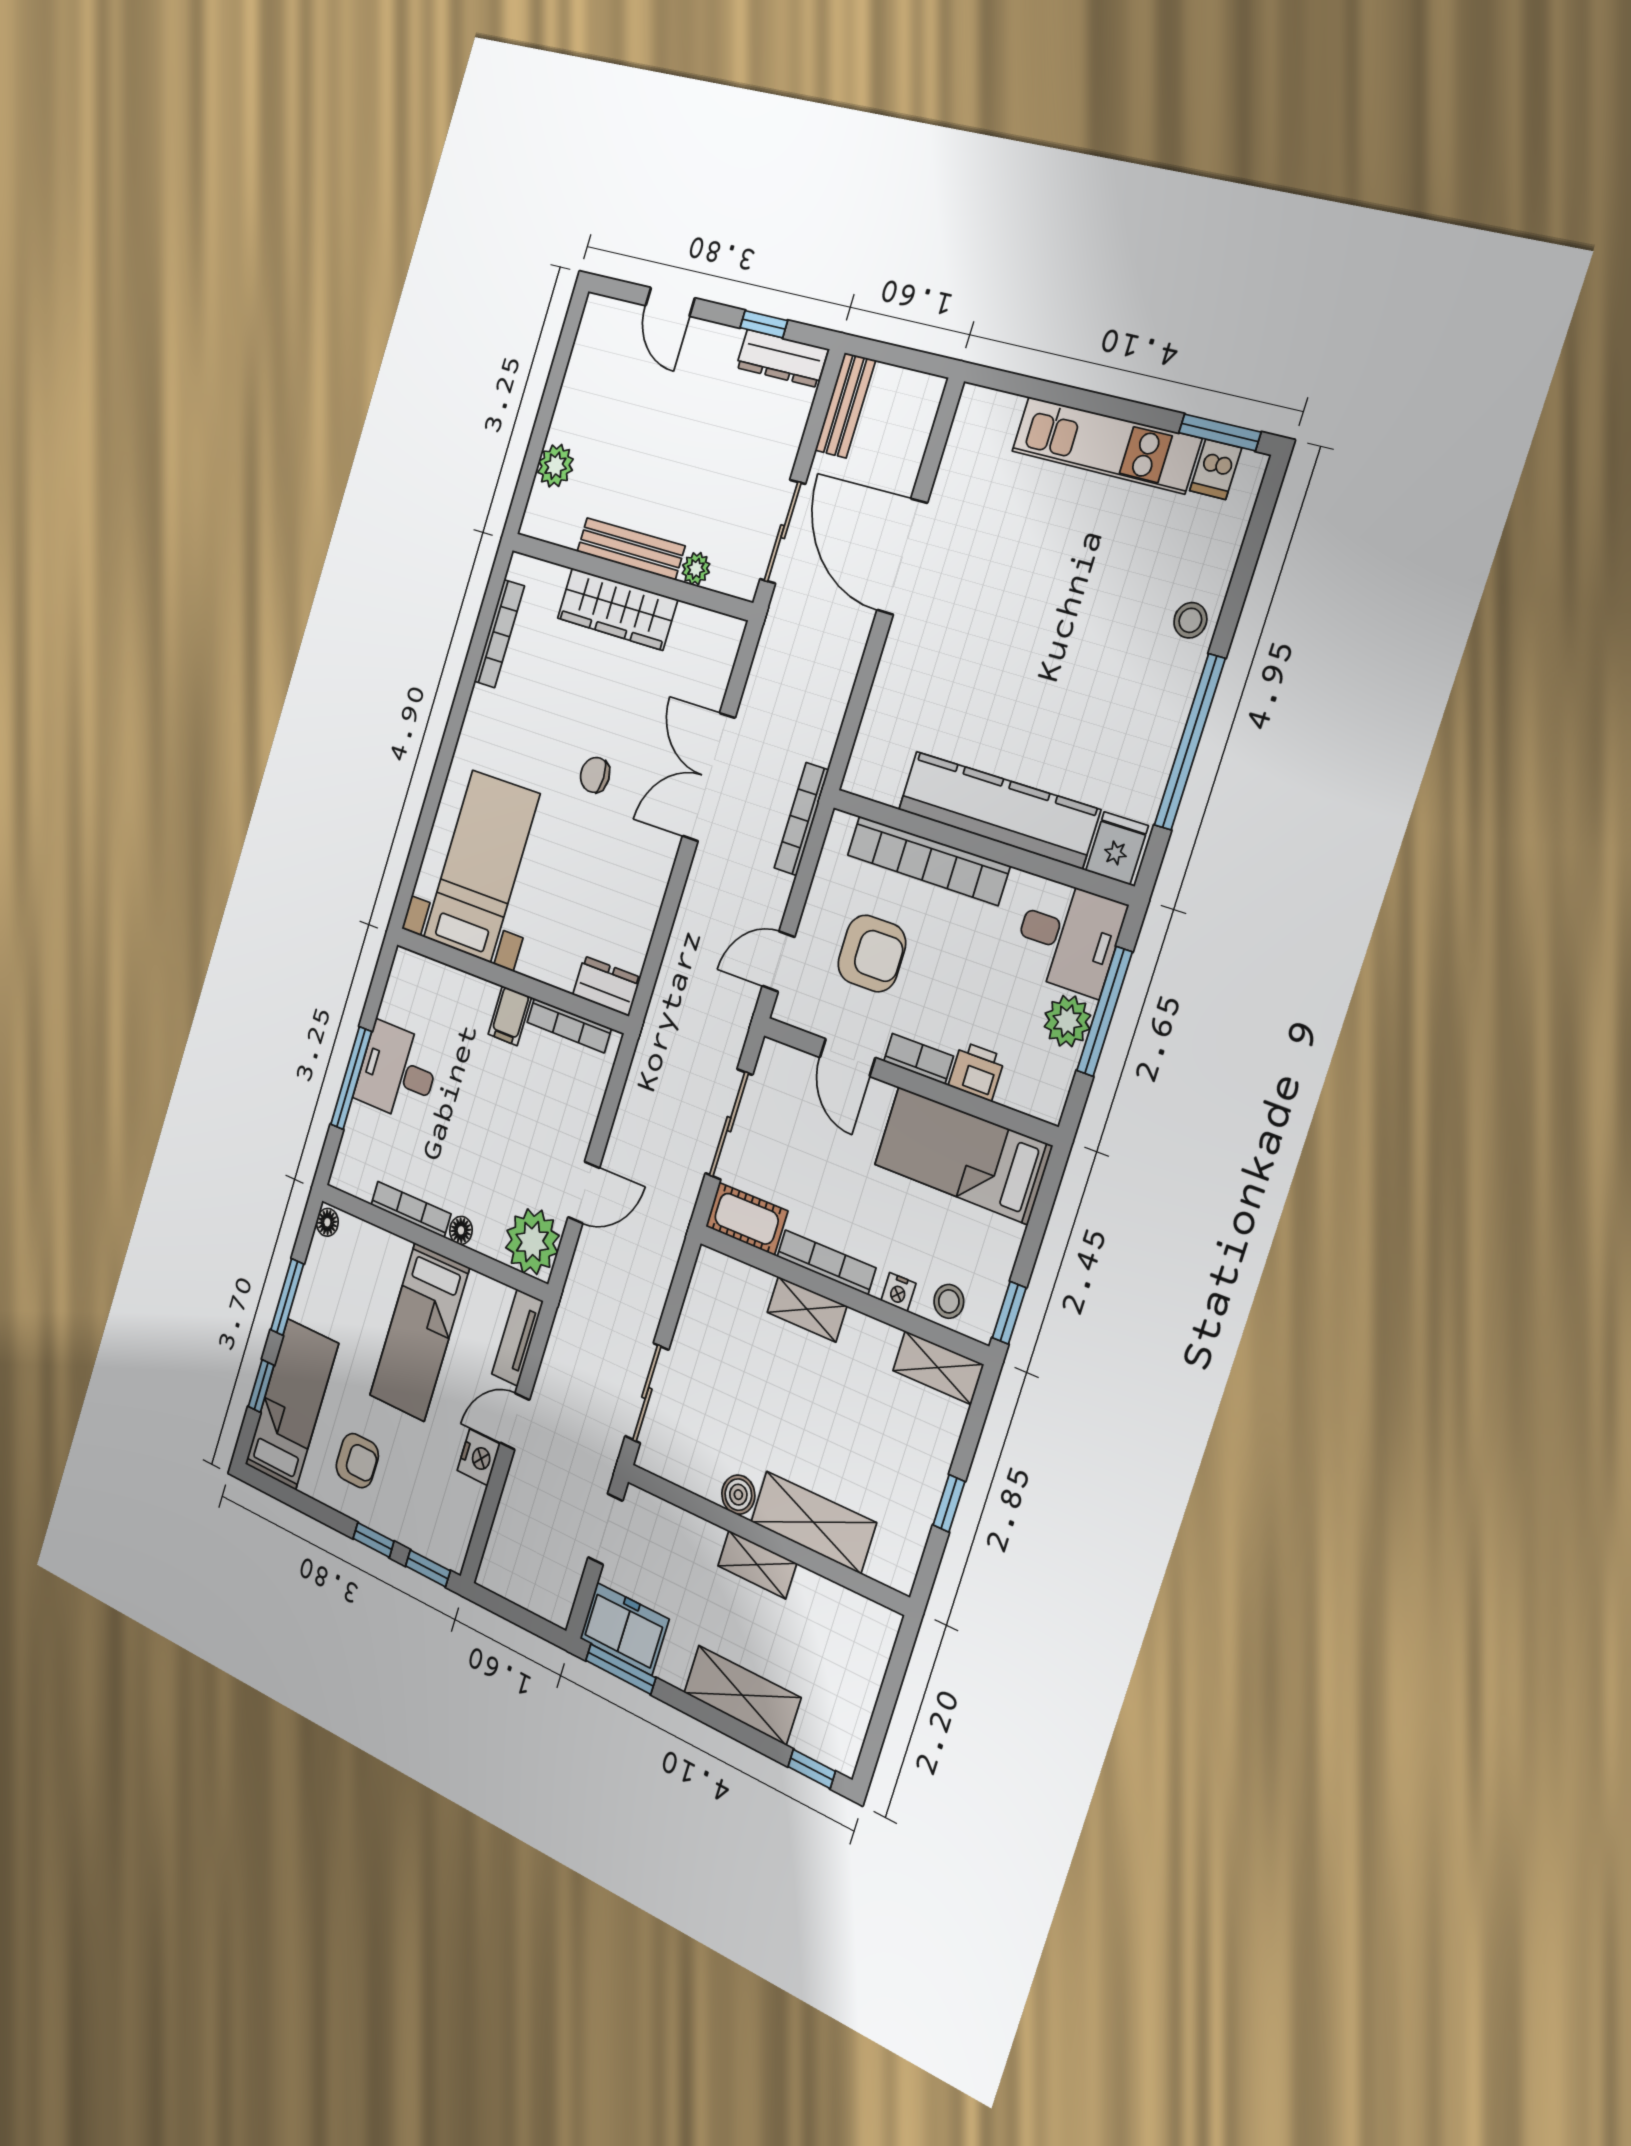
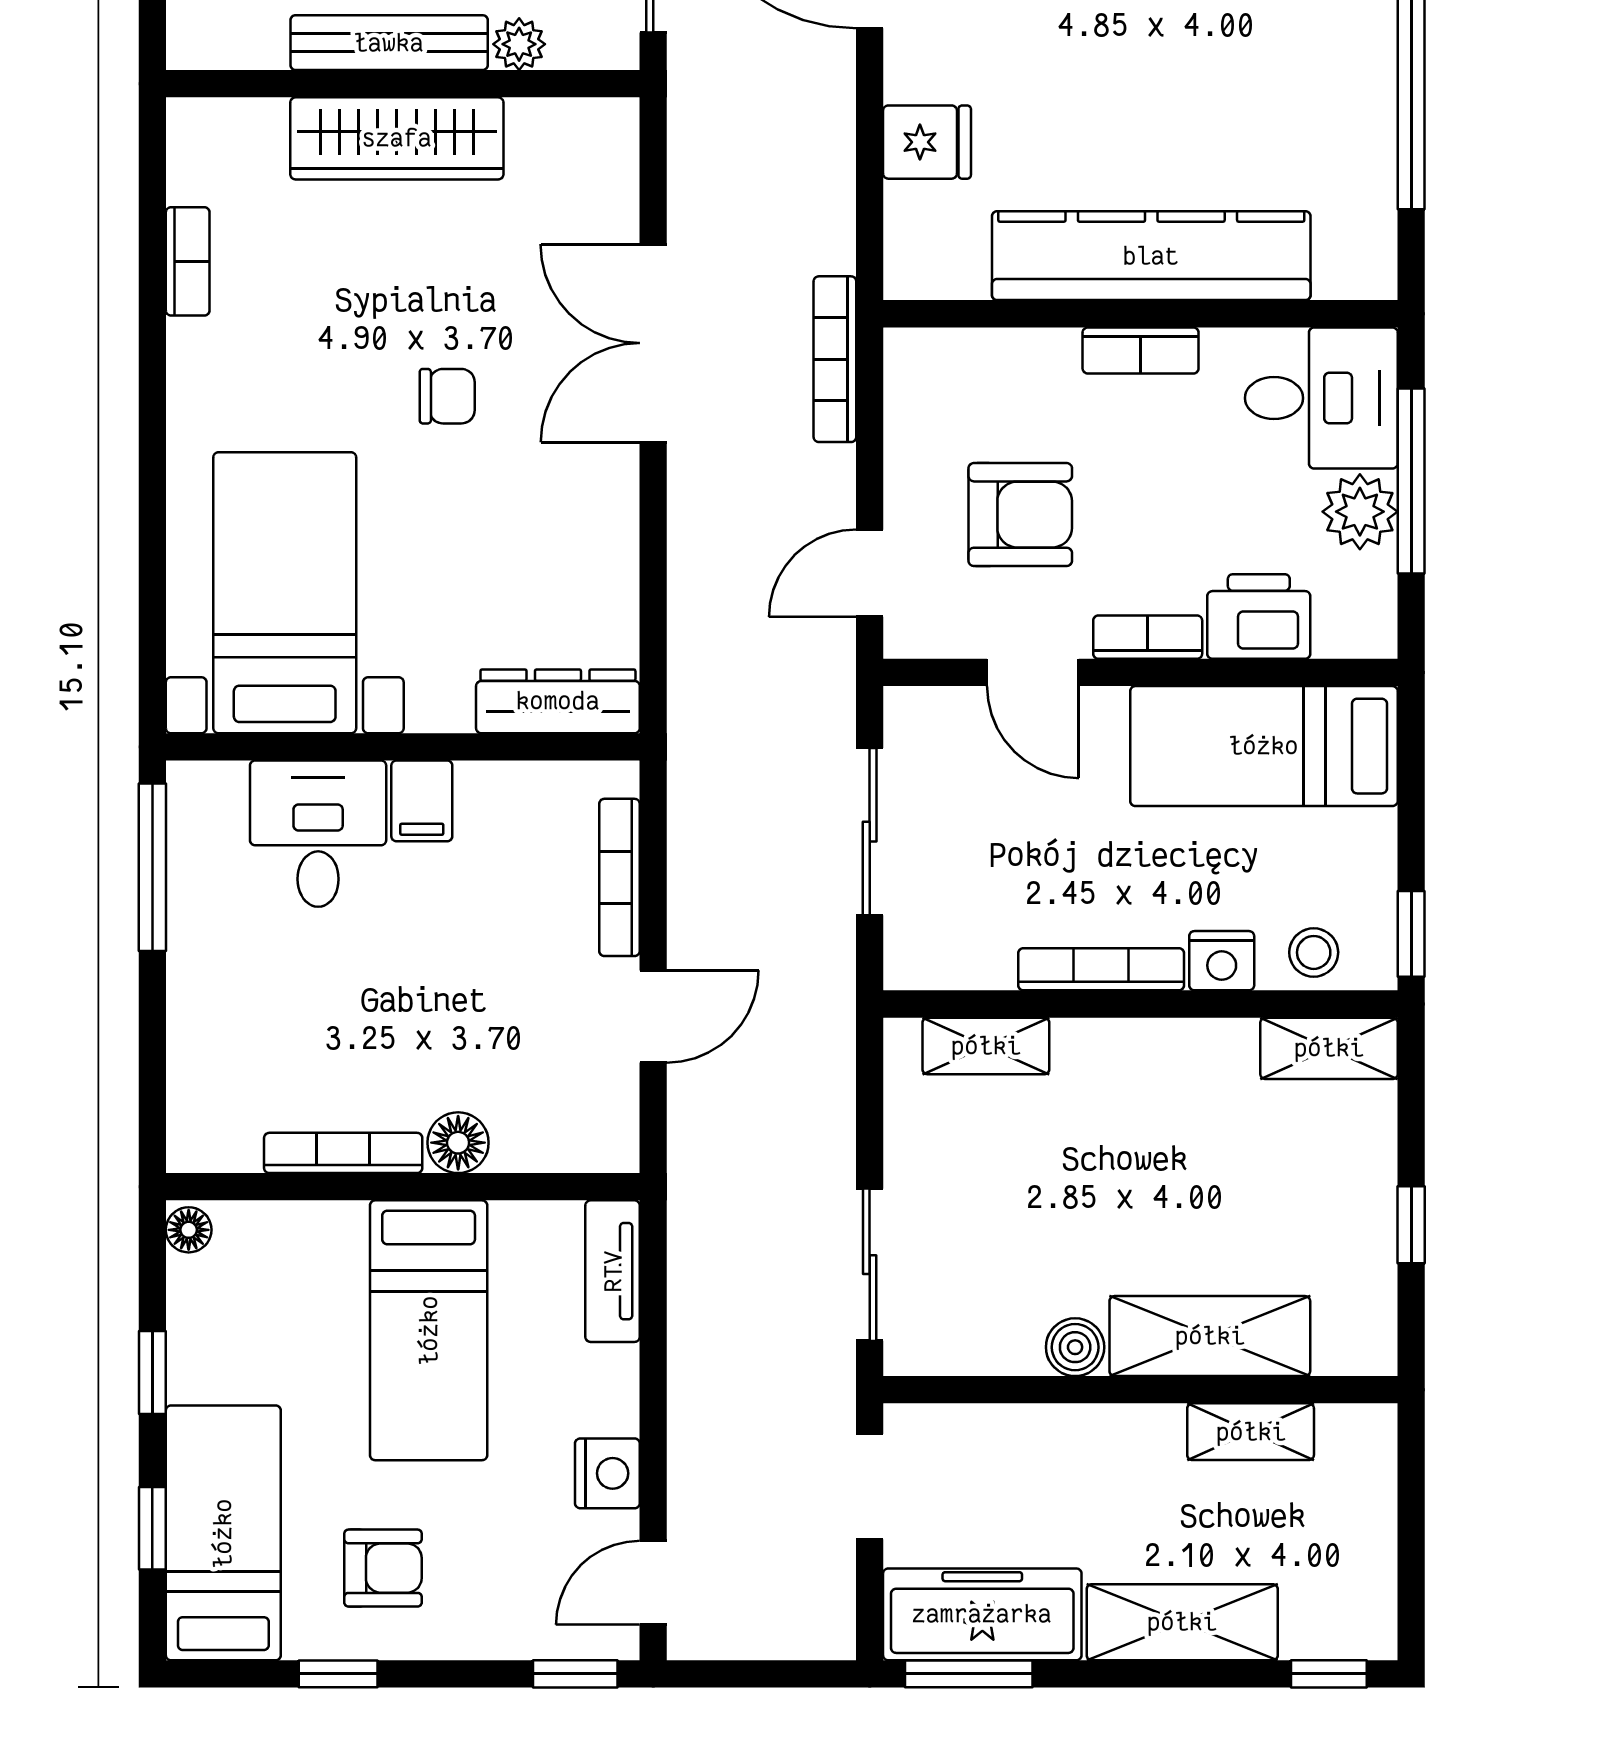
bookcase: (499, 634) -> (188, 261), width x0.64
chair: (595, 775) -> (447, 396), turned 180
fridge: (1117, 848) -> (927, 142), moved, turned 90
bookcase: (928, 860) -> (1141, 350), width x0.43, depth x0.76
dresser: (606, 986) -> (558, 701), width x1.44
bookcase: (569, 1025) -> (619, 877), moved, turned 90
printer: (977, 1071) -> (1259, 616), width x1.36, depth x1.24
desk: (397, 1072) -> (318, 834), moved, turned 90
window: (351, 1078) -> (152, 867), moved
cot: (747, 1219) -> (948, 955), removed
floor lamp: (461, 1230) -> (458, 1143), width x1.37, depth x1.37
plant: (532, 1242) -> (587, 1121), removed
nightstand: (898, 1292) -> (1222, 961), width x1.39, depth x1.35
window: (287, 1297) -> (152, 1373), width x0.67
shelving: (807, 1309) -> (986, 1046), moved
door: (515, 1421) -> (653, 1583), moved
window: (374, 1540) -> (338, 1674), moved
shelving: (757, 1565) -> (1251, 1432), moved
freezer: (624, 1629) -> (982, 1614), width x1.40

